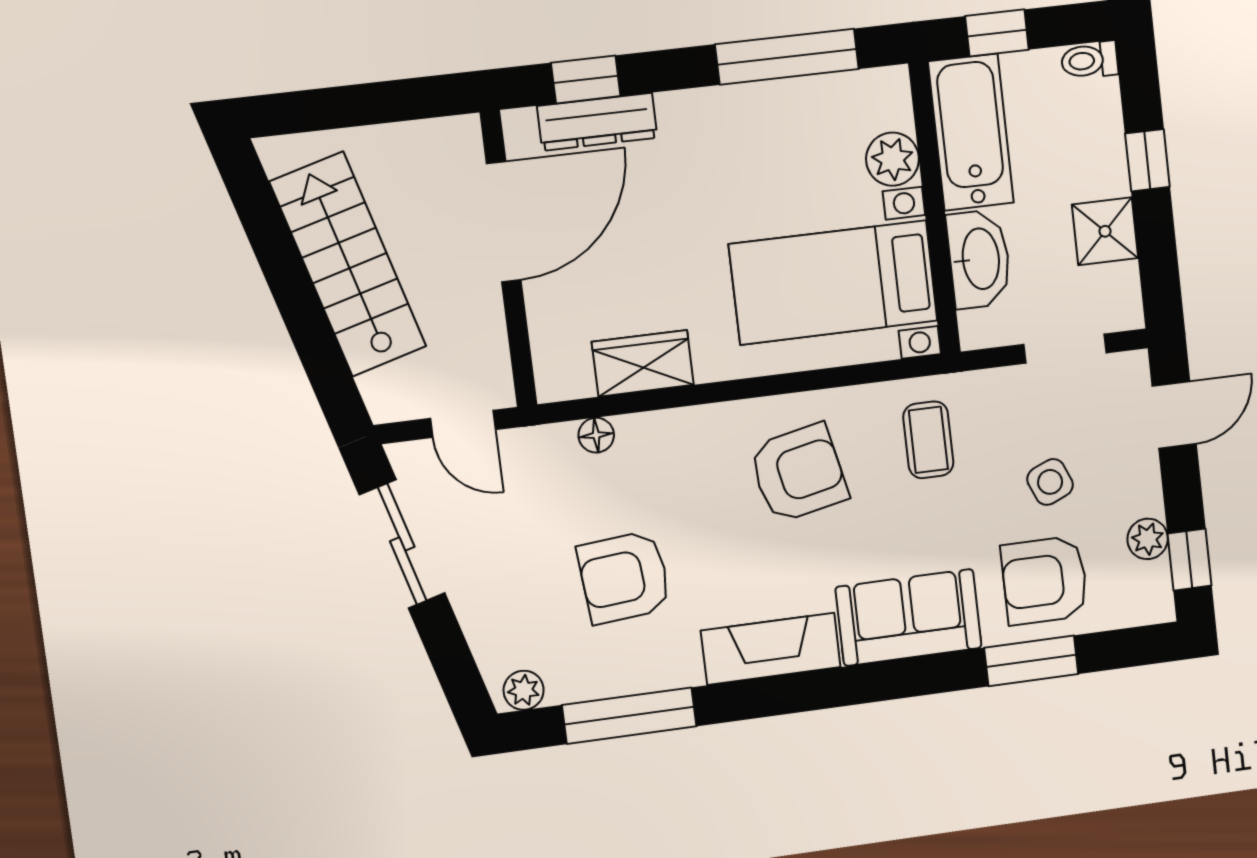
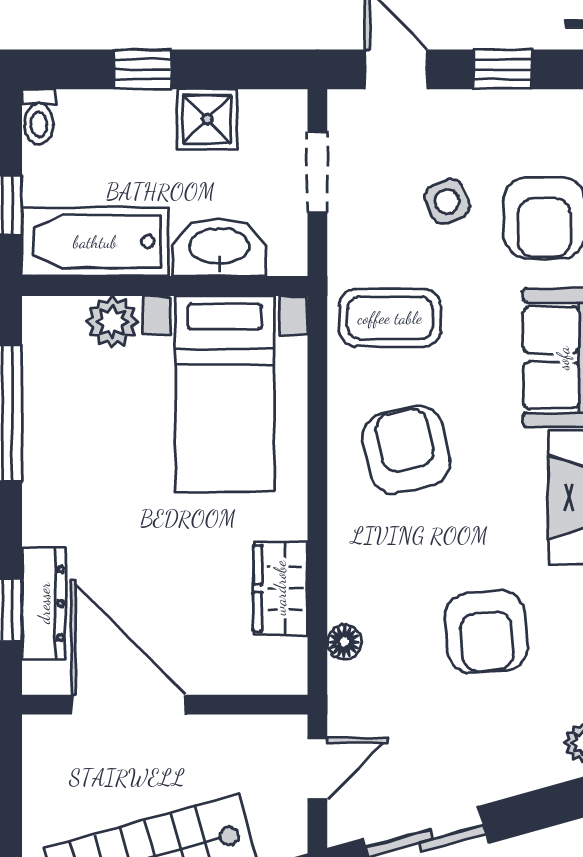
coffee table: (928, 440) -> (390, 318), width x1.36, depth x1.30
plant: (1148, 539) -> (516, 109), removed
window: (1189, 560) -> (503, 69), moved

